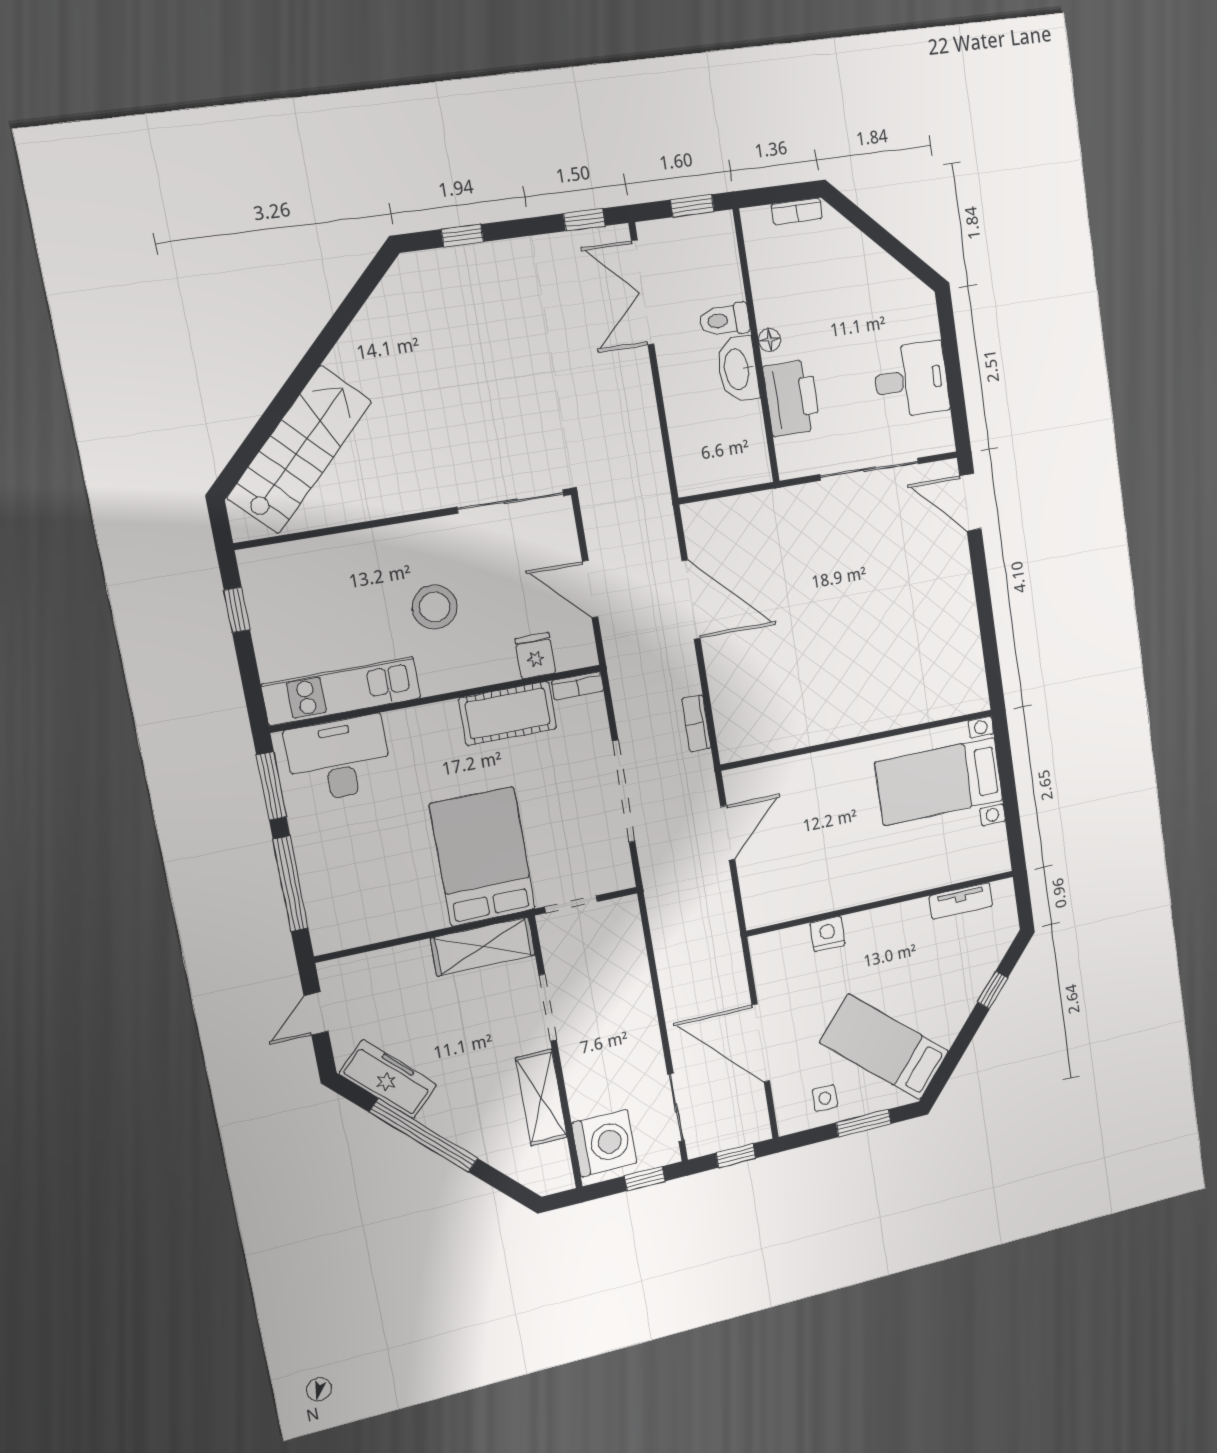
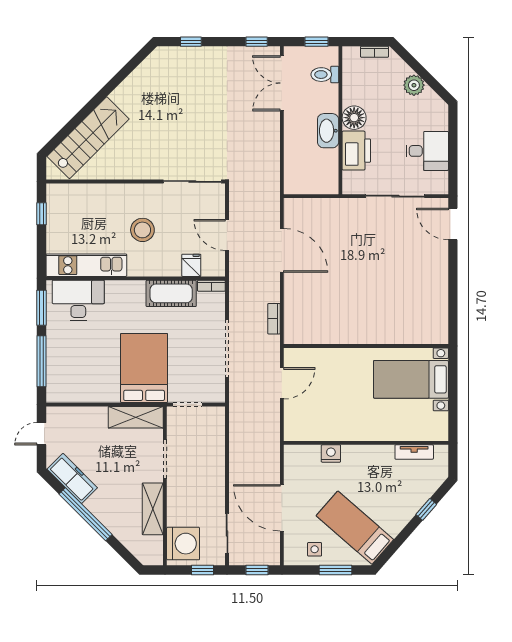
plant: (873, 264) -> (414, 85), added
toilet: (724, 320) -> (325, 75), moved
floor lamp: (770, 340) -> (354, 118), width x1.89, depth x1.89

